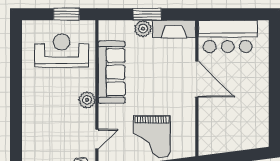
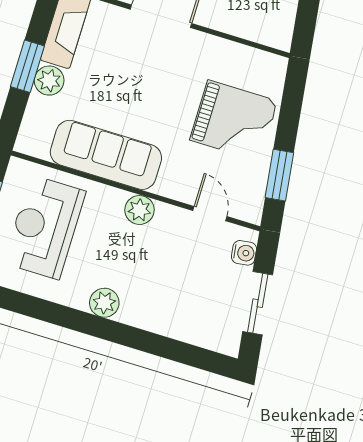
plant: (30, 96) -> (104, 303), added

